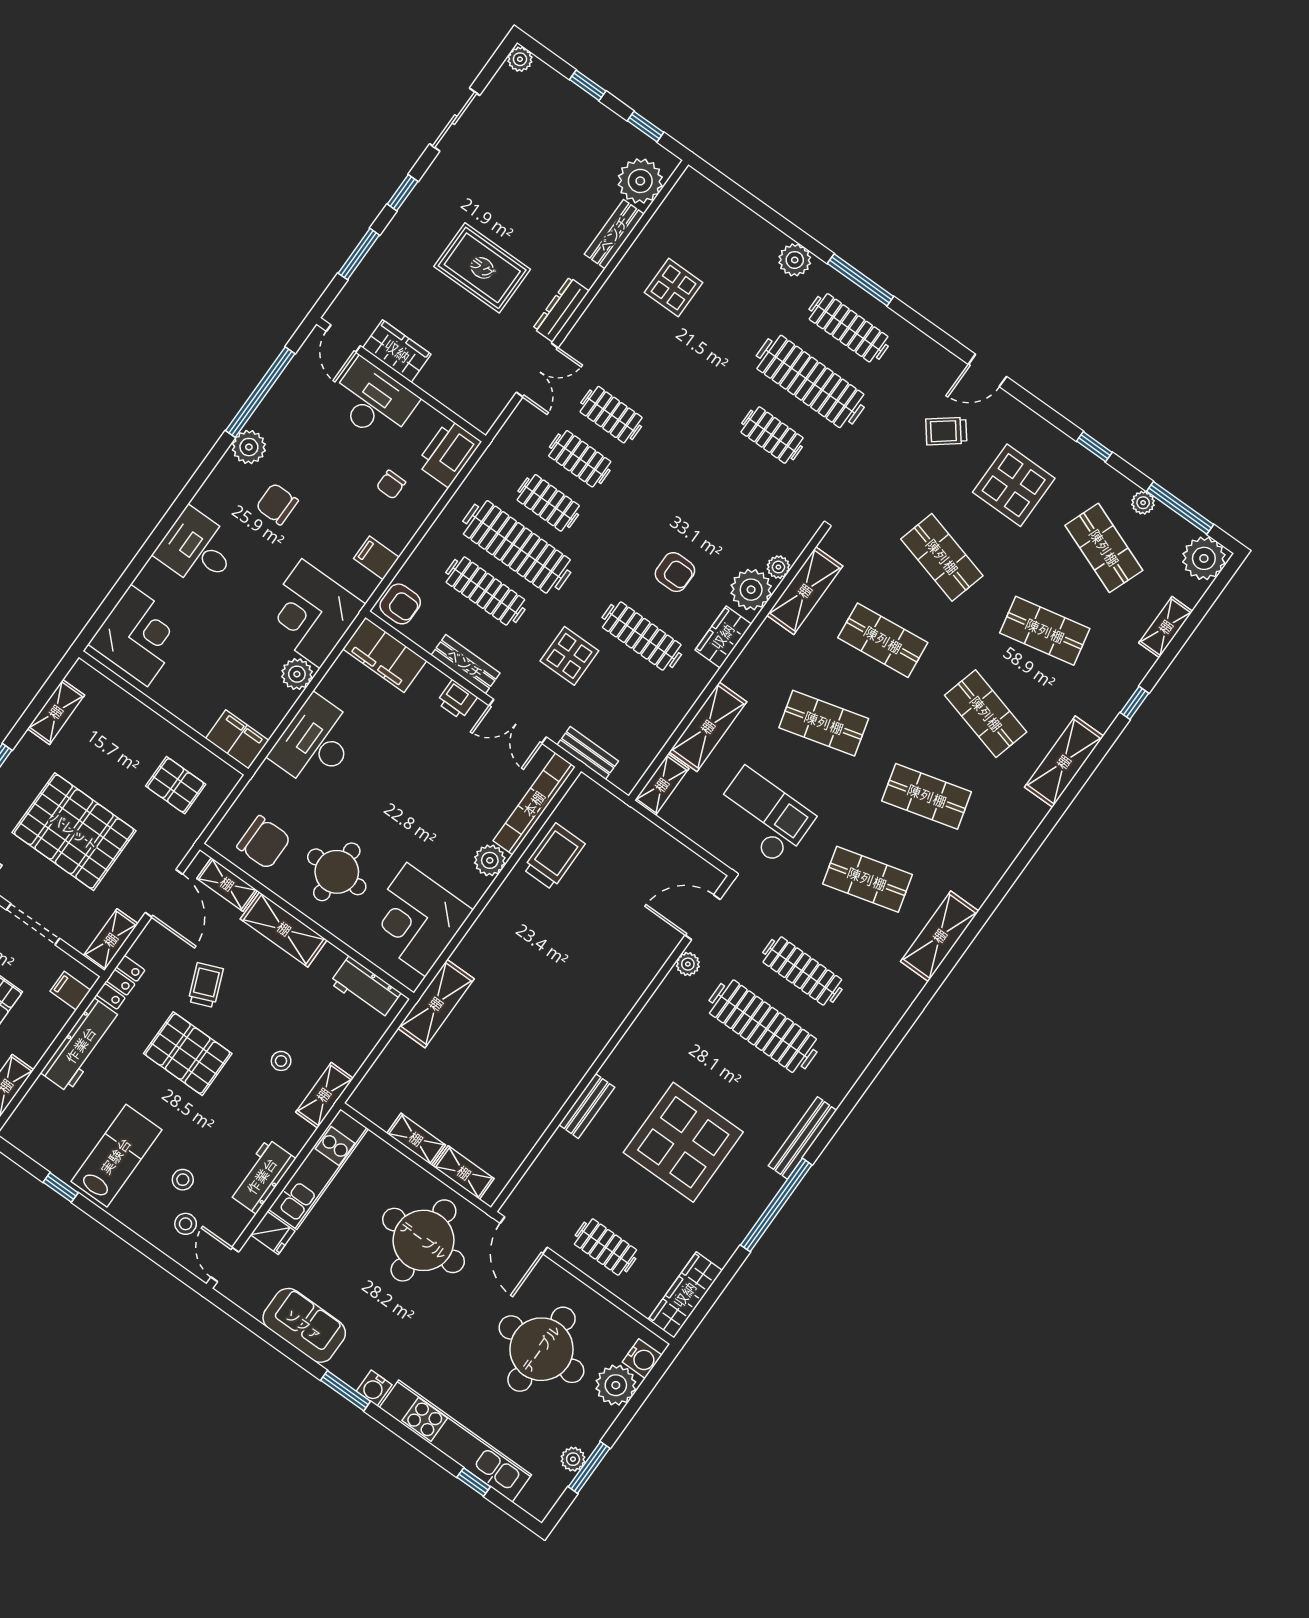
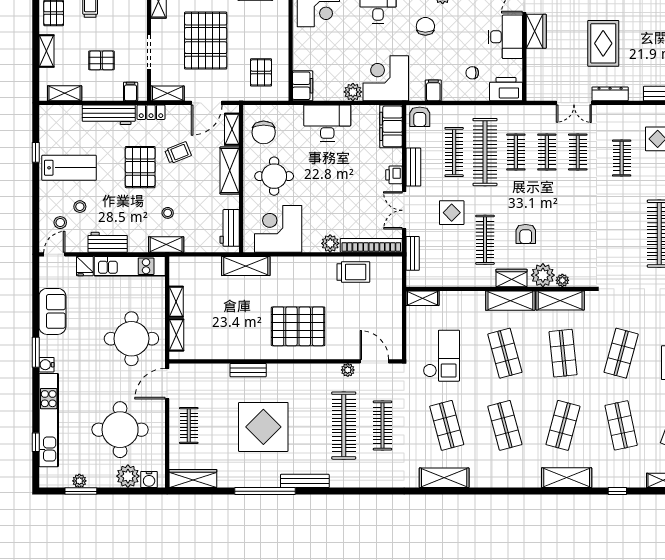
clothes rail: (772, 435) -> (622, 158), moved
shelving: (708, 727) -> (510, 301), moved
pallet: (575, 990) -> (298, 326), added

